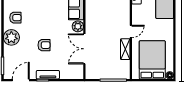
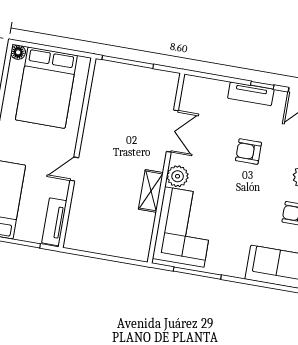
door: (131, 31) -> (74, 169), moved
double door: (84, 49) -> (172, 131), width x0.73
shelving: (125, 49) -> (151, 191), moved

